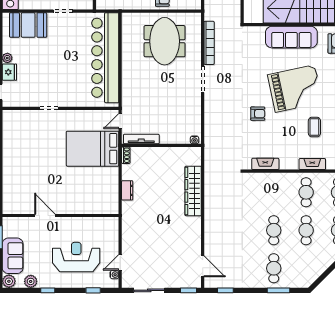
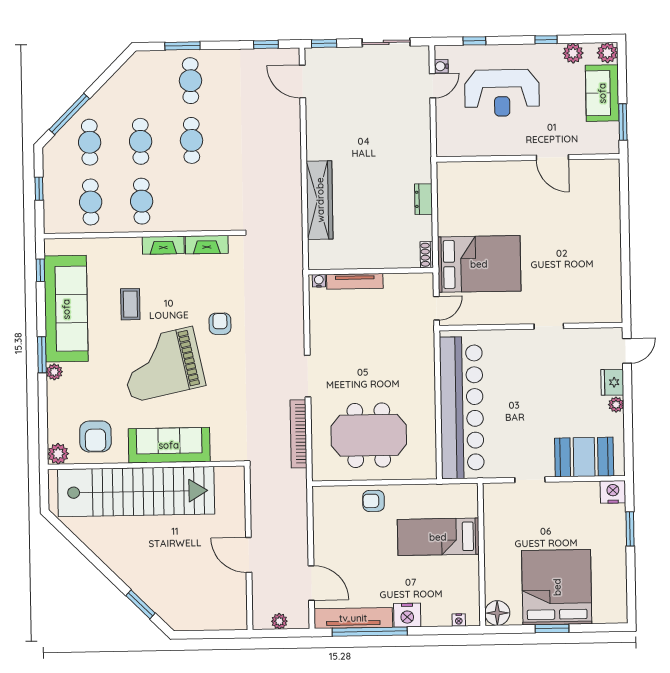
meeting table: (165, 41) -> (369, 435), turned 90
armchair: (258, 114) -> (220, 324), turned 90
tv unit: (141, 139) -> (355, 281), moved
fireplace: (312, 164) -> (163, 245), moved

